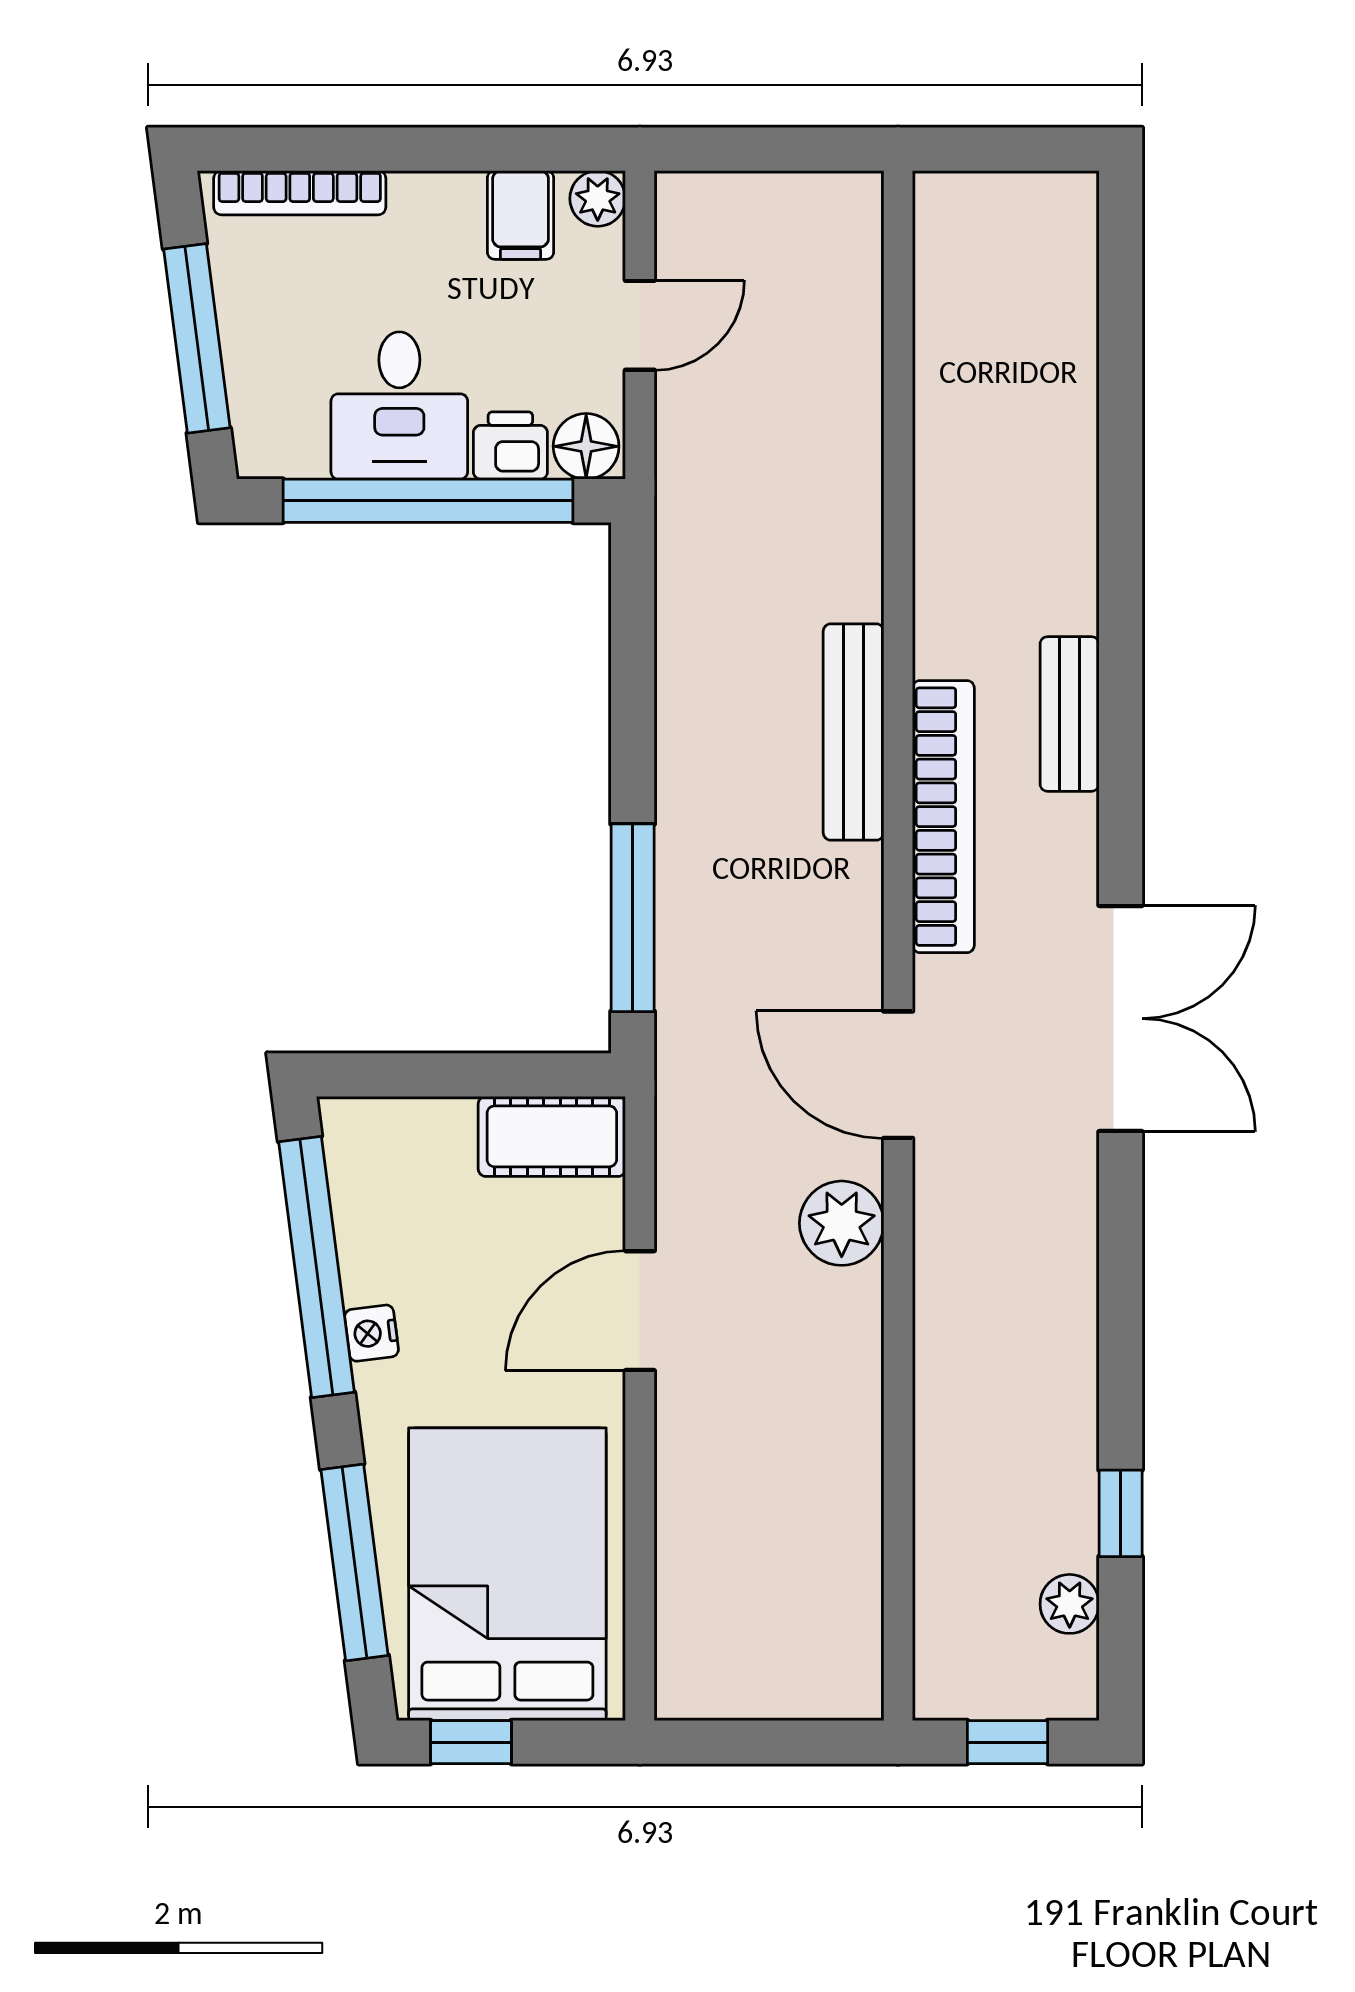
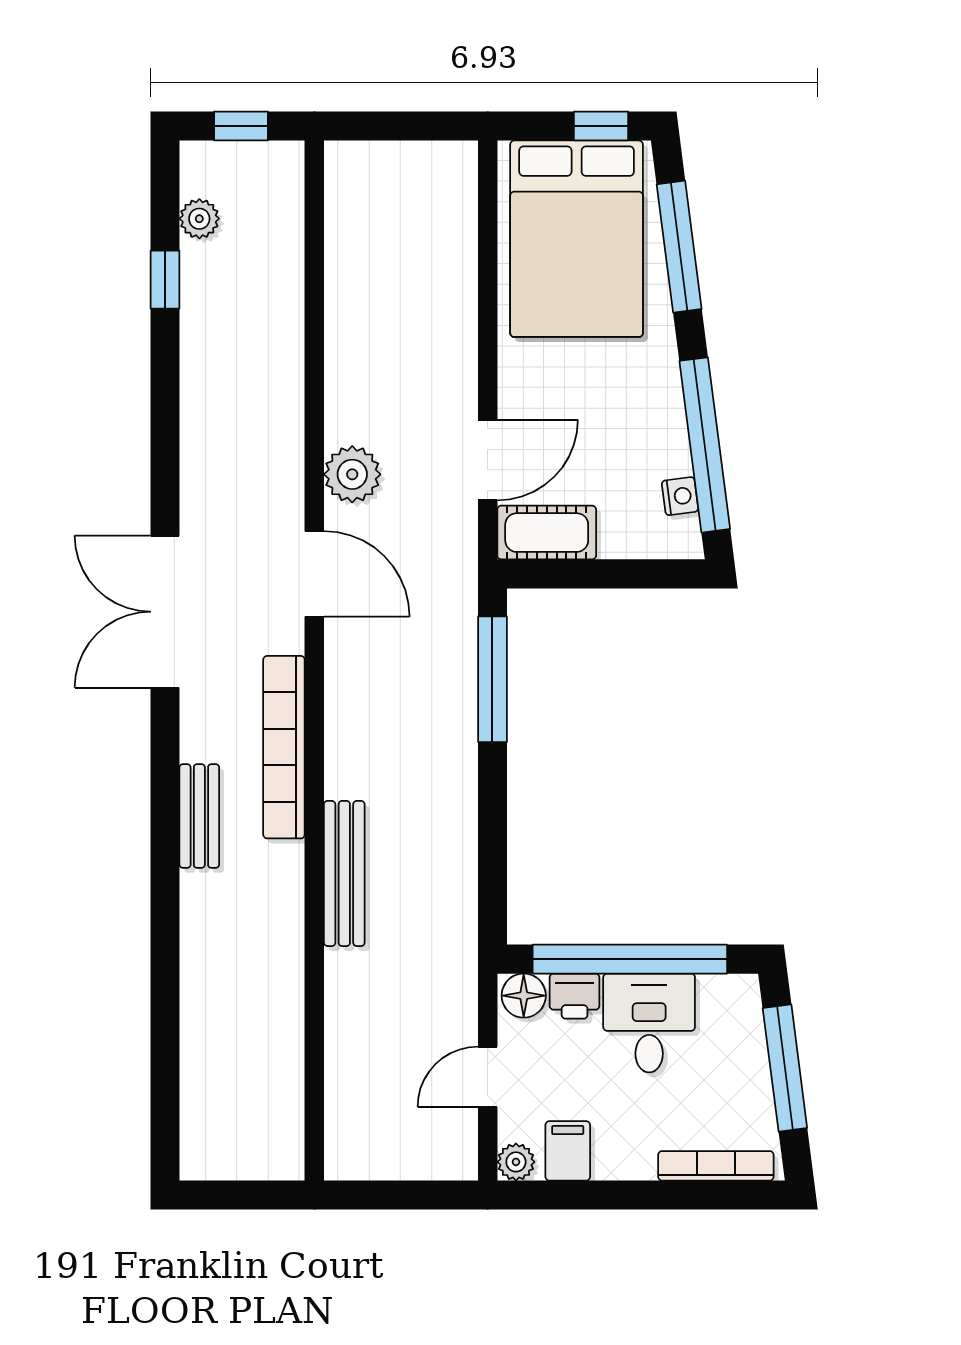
bench: (853, 732) -> (344, 873), moved
door: (640, 1311) -> (488, 460), moved
nightstand: (372, 1333) -> (680, 496), moved

